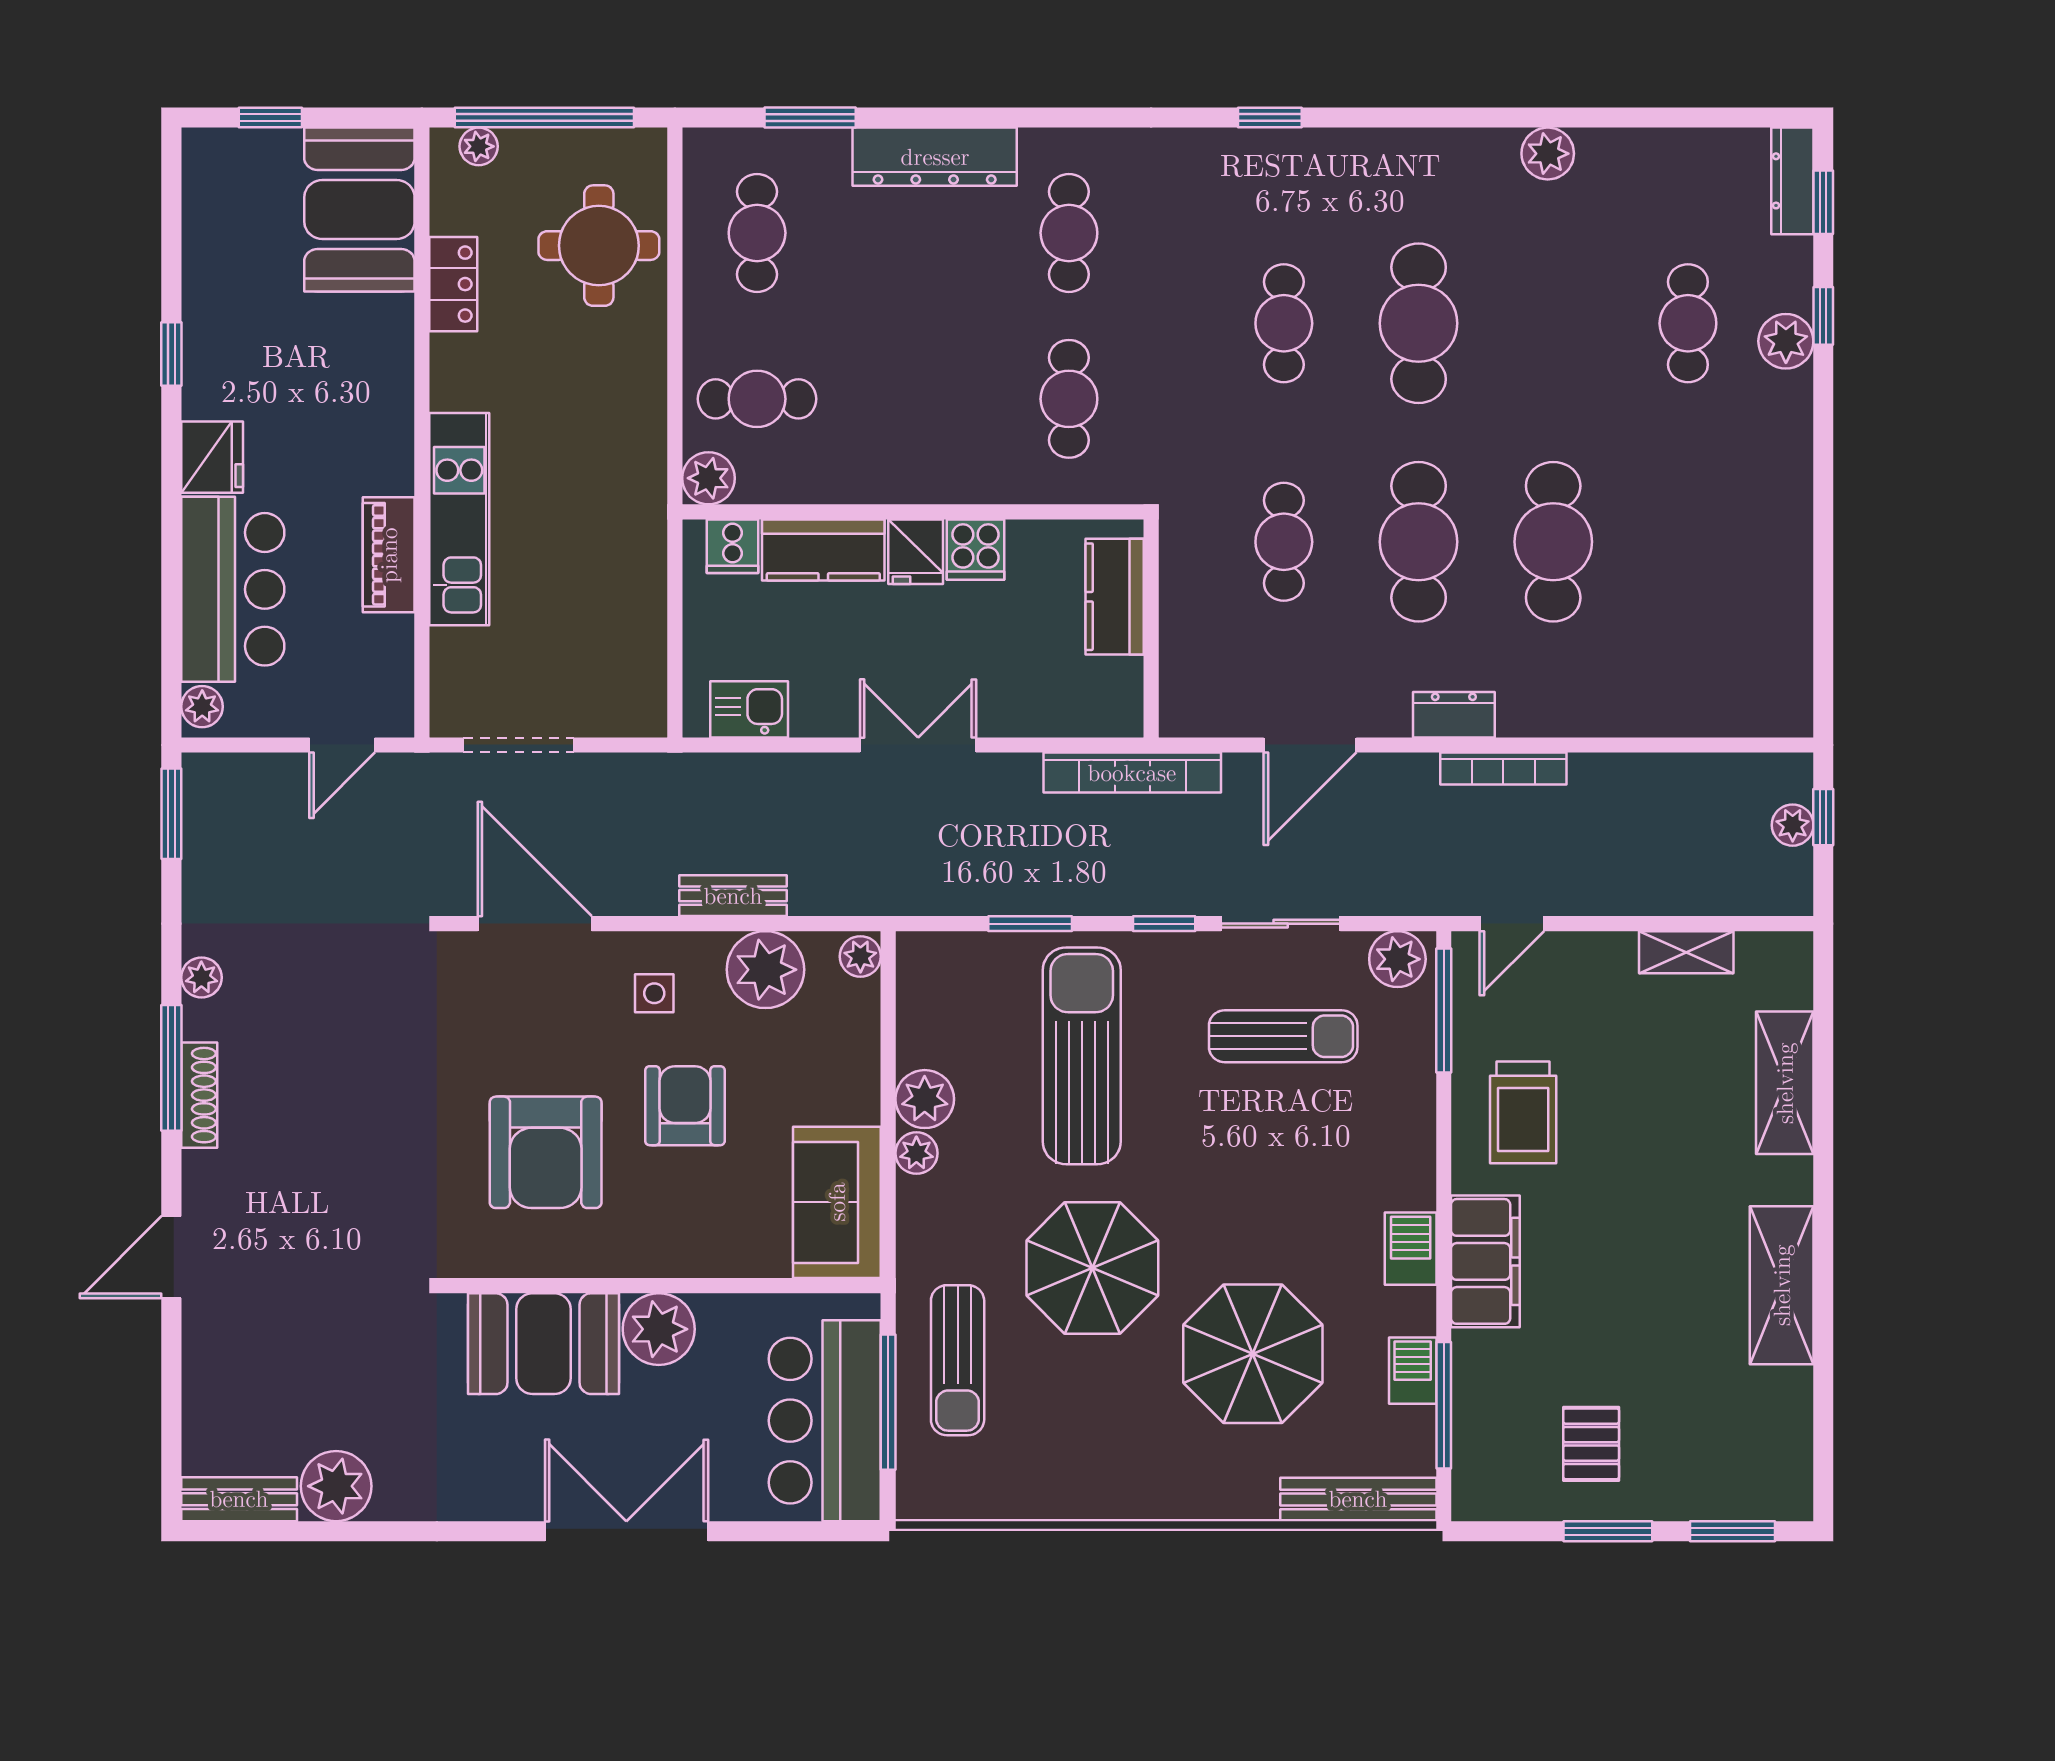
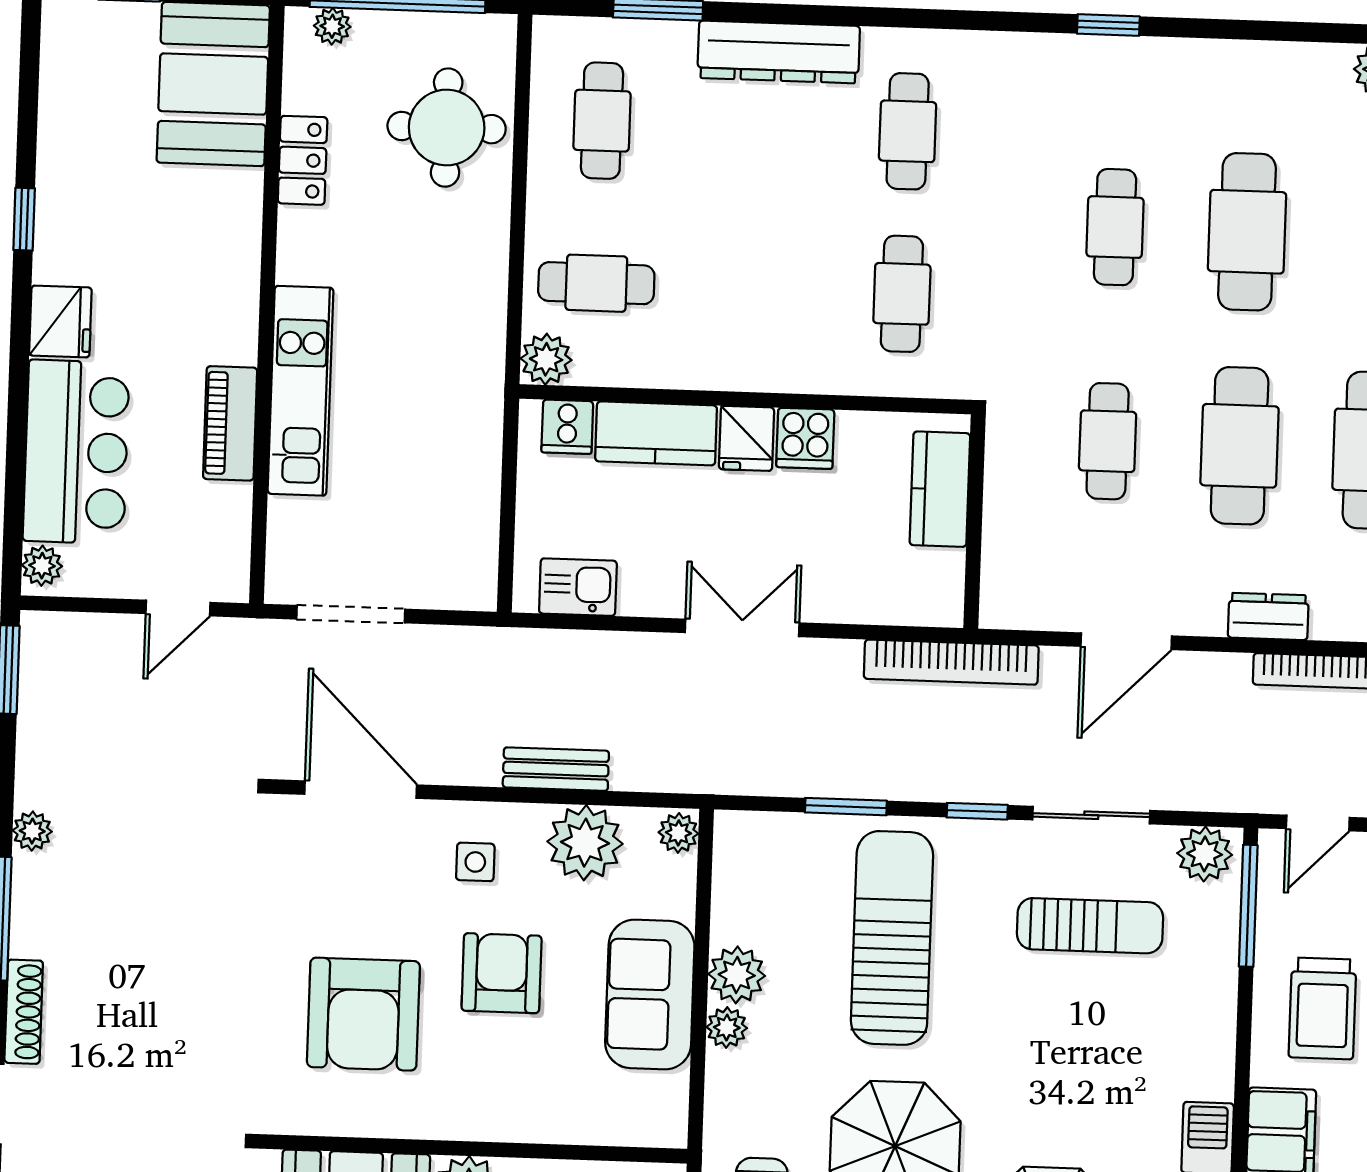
shoe rack: (199, 1095) -> (24, 1012), moved
sofa: (837, 1202) -> (650, 995), moved

